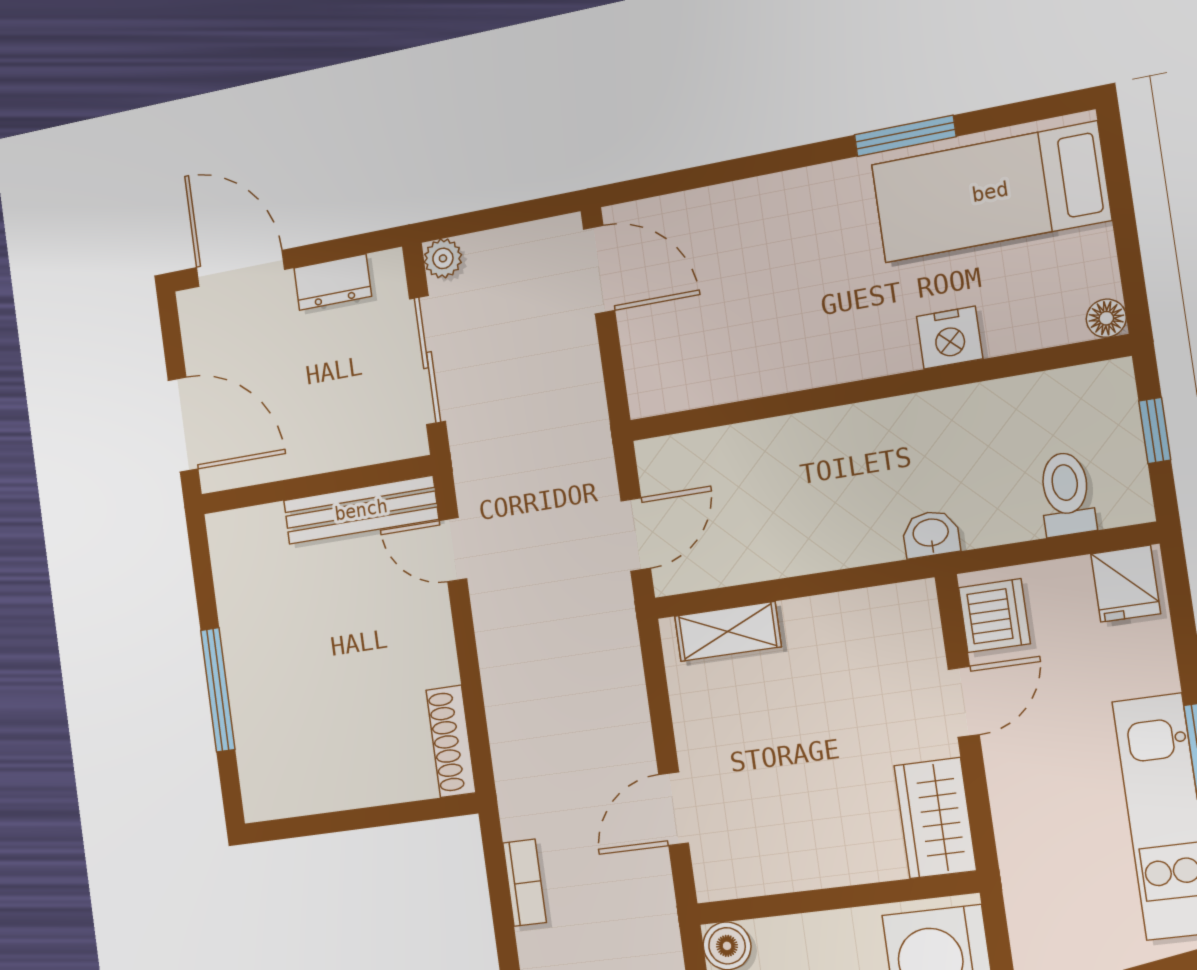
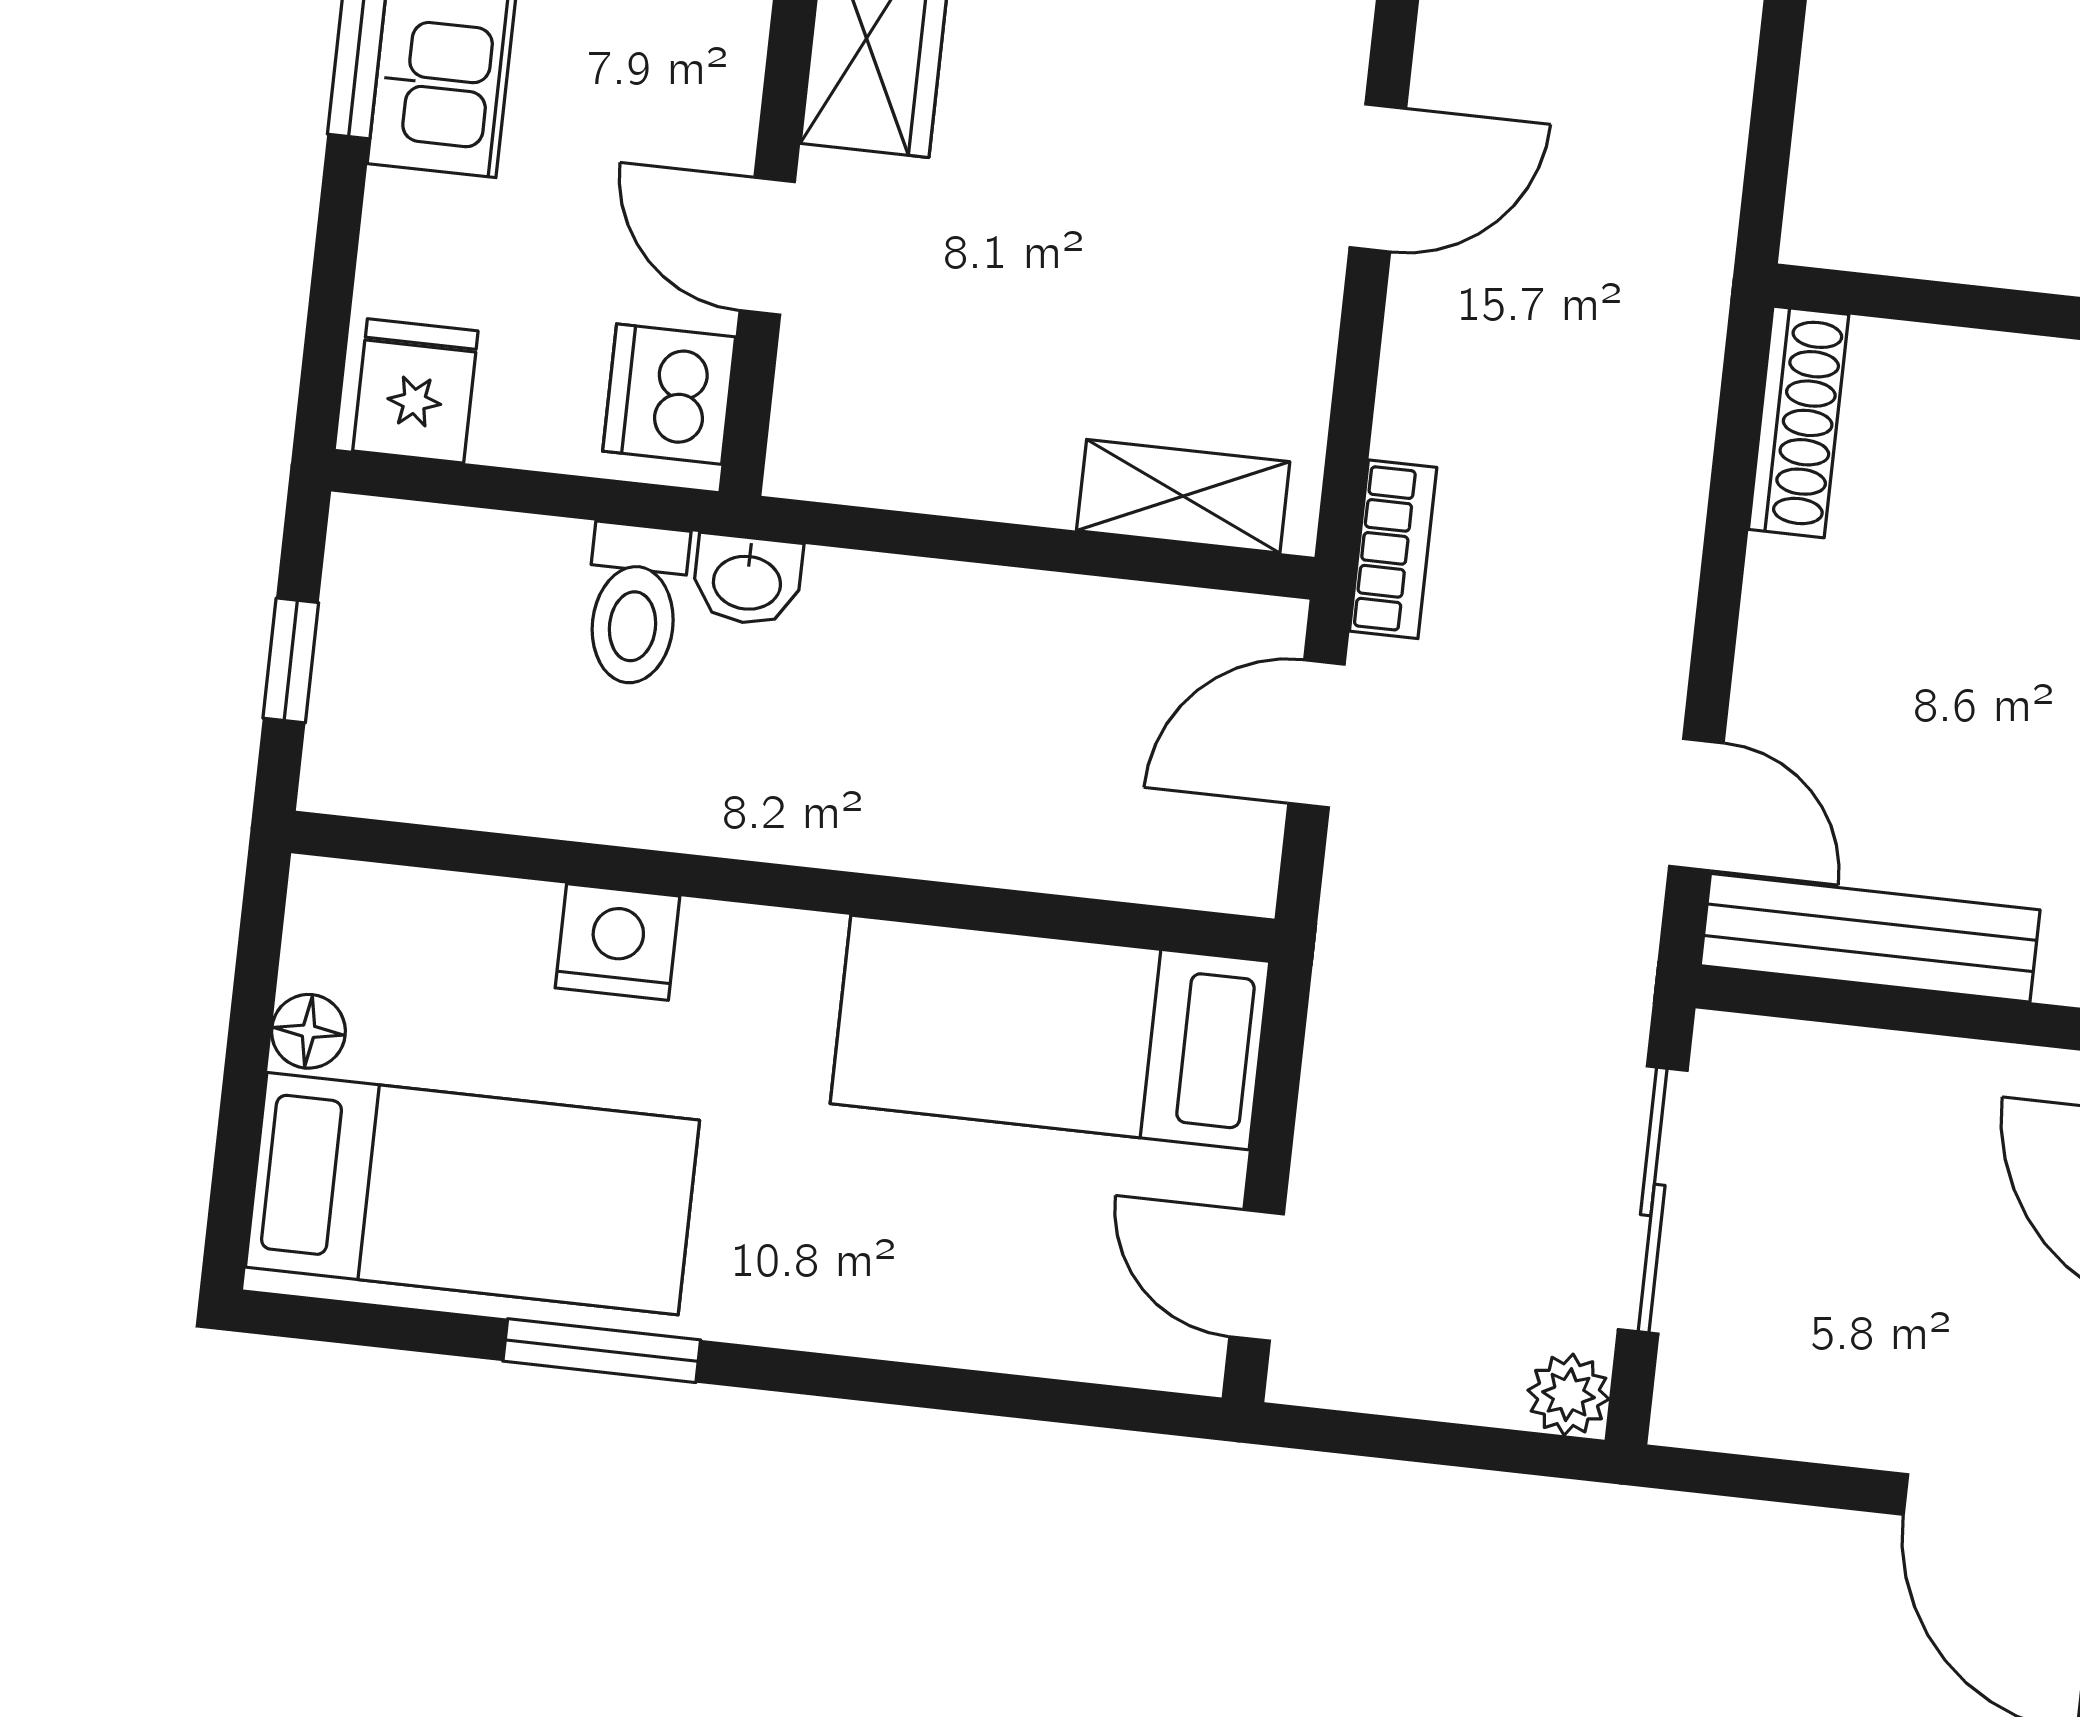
door: (599, 270) -> (1257, 1275), width x0.73
dresser: (333, 282) -> (1812, 1417), removed
floor lamp: (1106, 318) -> (308, 1031), moved
bed: (726, 356) -> (1050, 1032), added
toilet: (1066, 494) -> (635, 604), moved
door: (964, 702) -> (767, 246), hinge flipped
bookcase: (524, 883) -> (1393, 549), moved, turned 180

